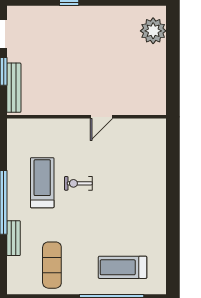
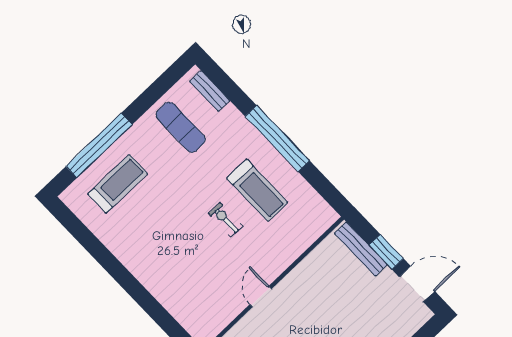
exercise bike: (78, 183) -> (225, 220), turned -90
bench: (14, 238) -> (210, 91), moved

